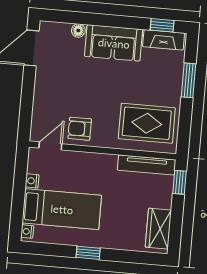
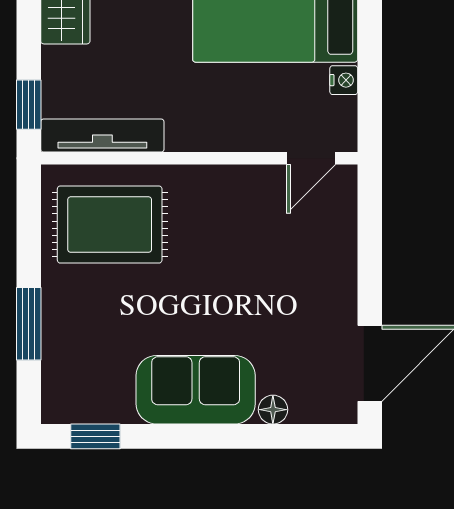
fireplace: (164, 40) -> (90, 406), removed
armchair: (80, 129) -> (252, 200), removed

